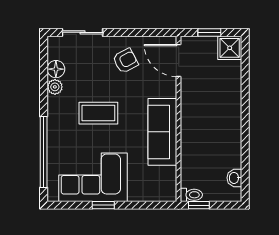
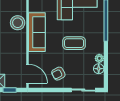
stool: (196, 148) -> (18, 23), added

